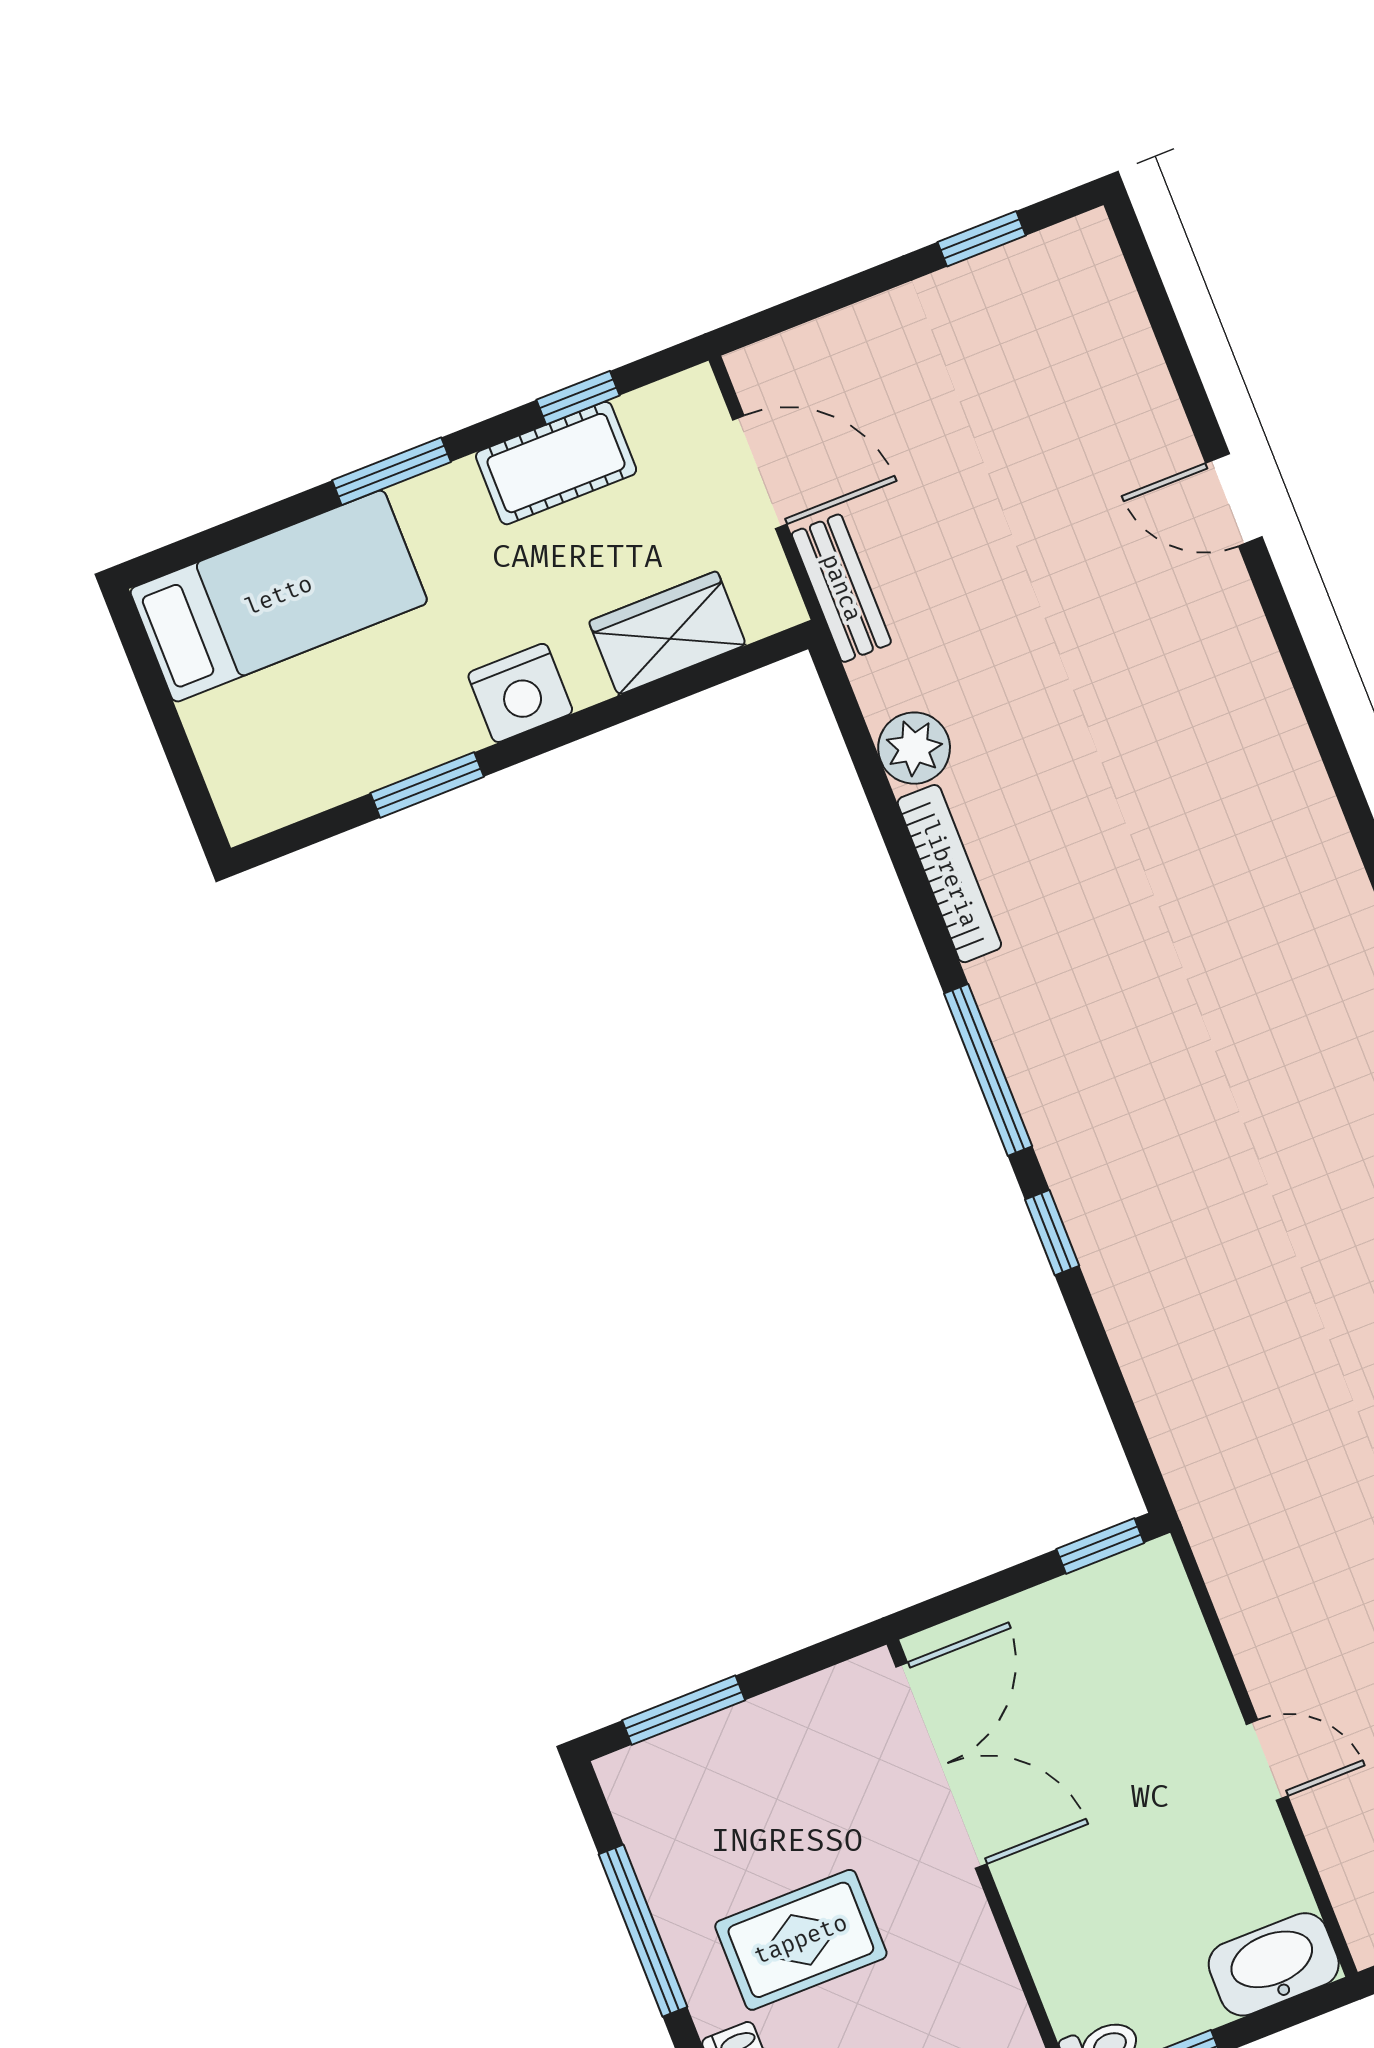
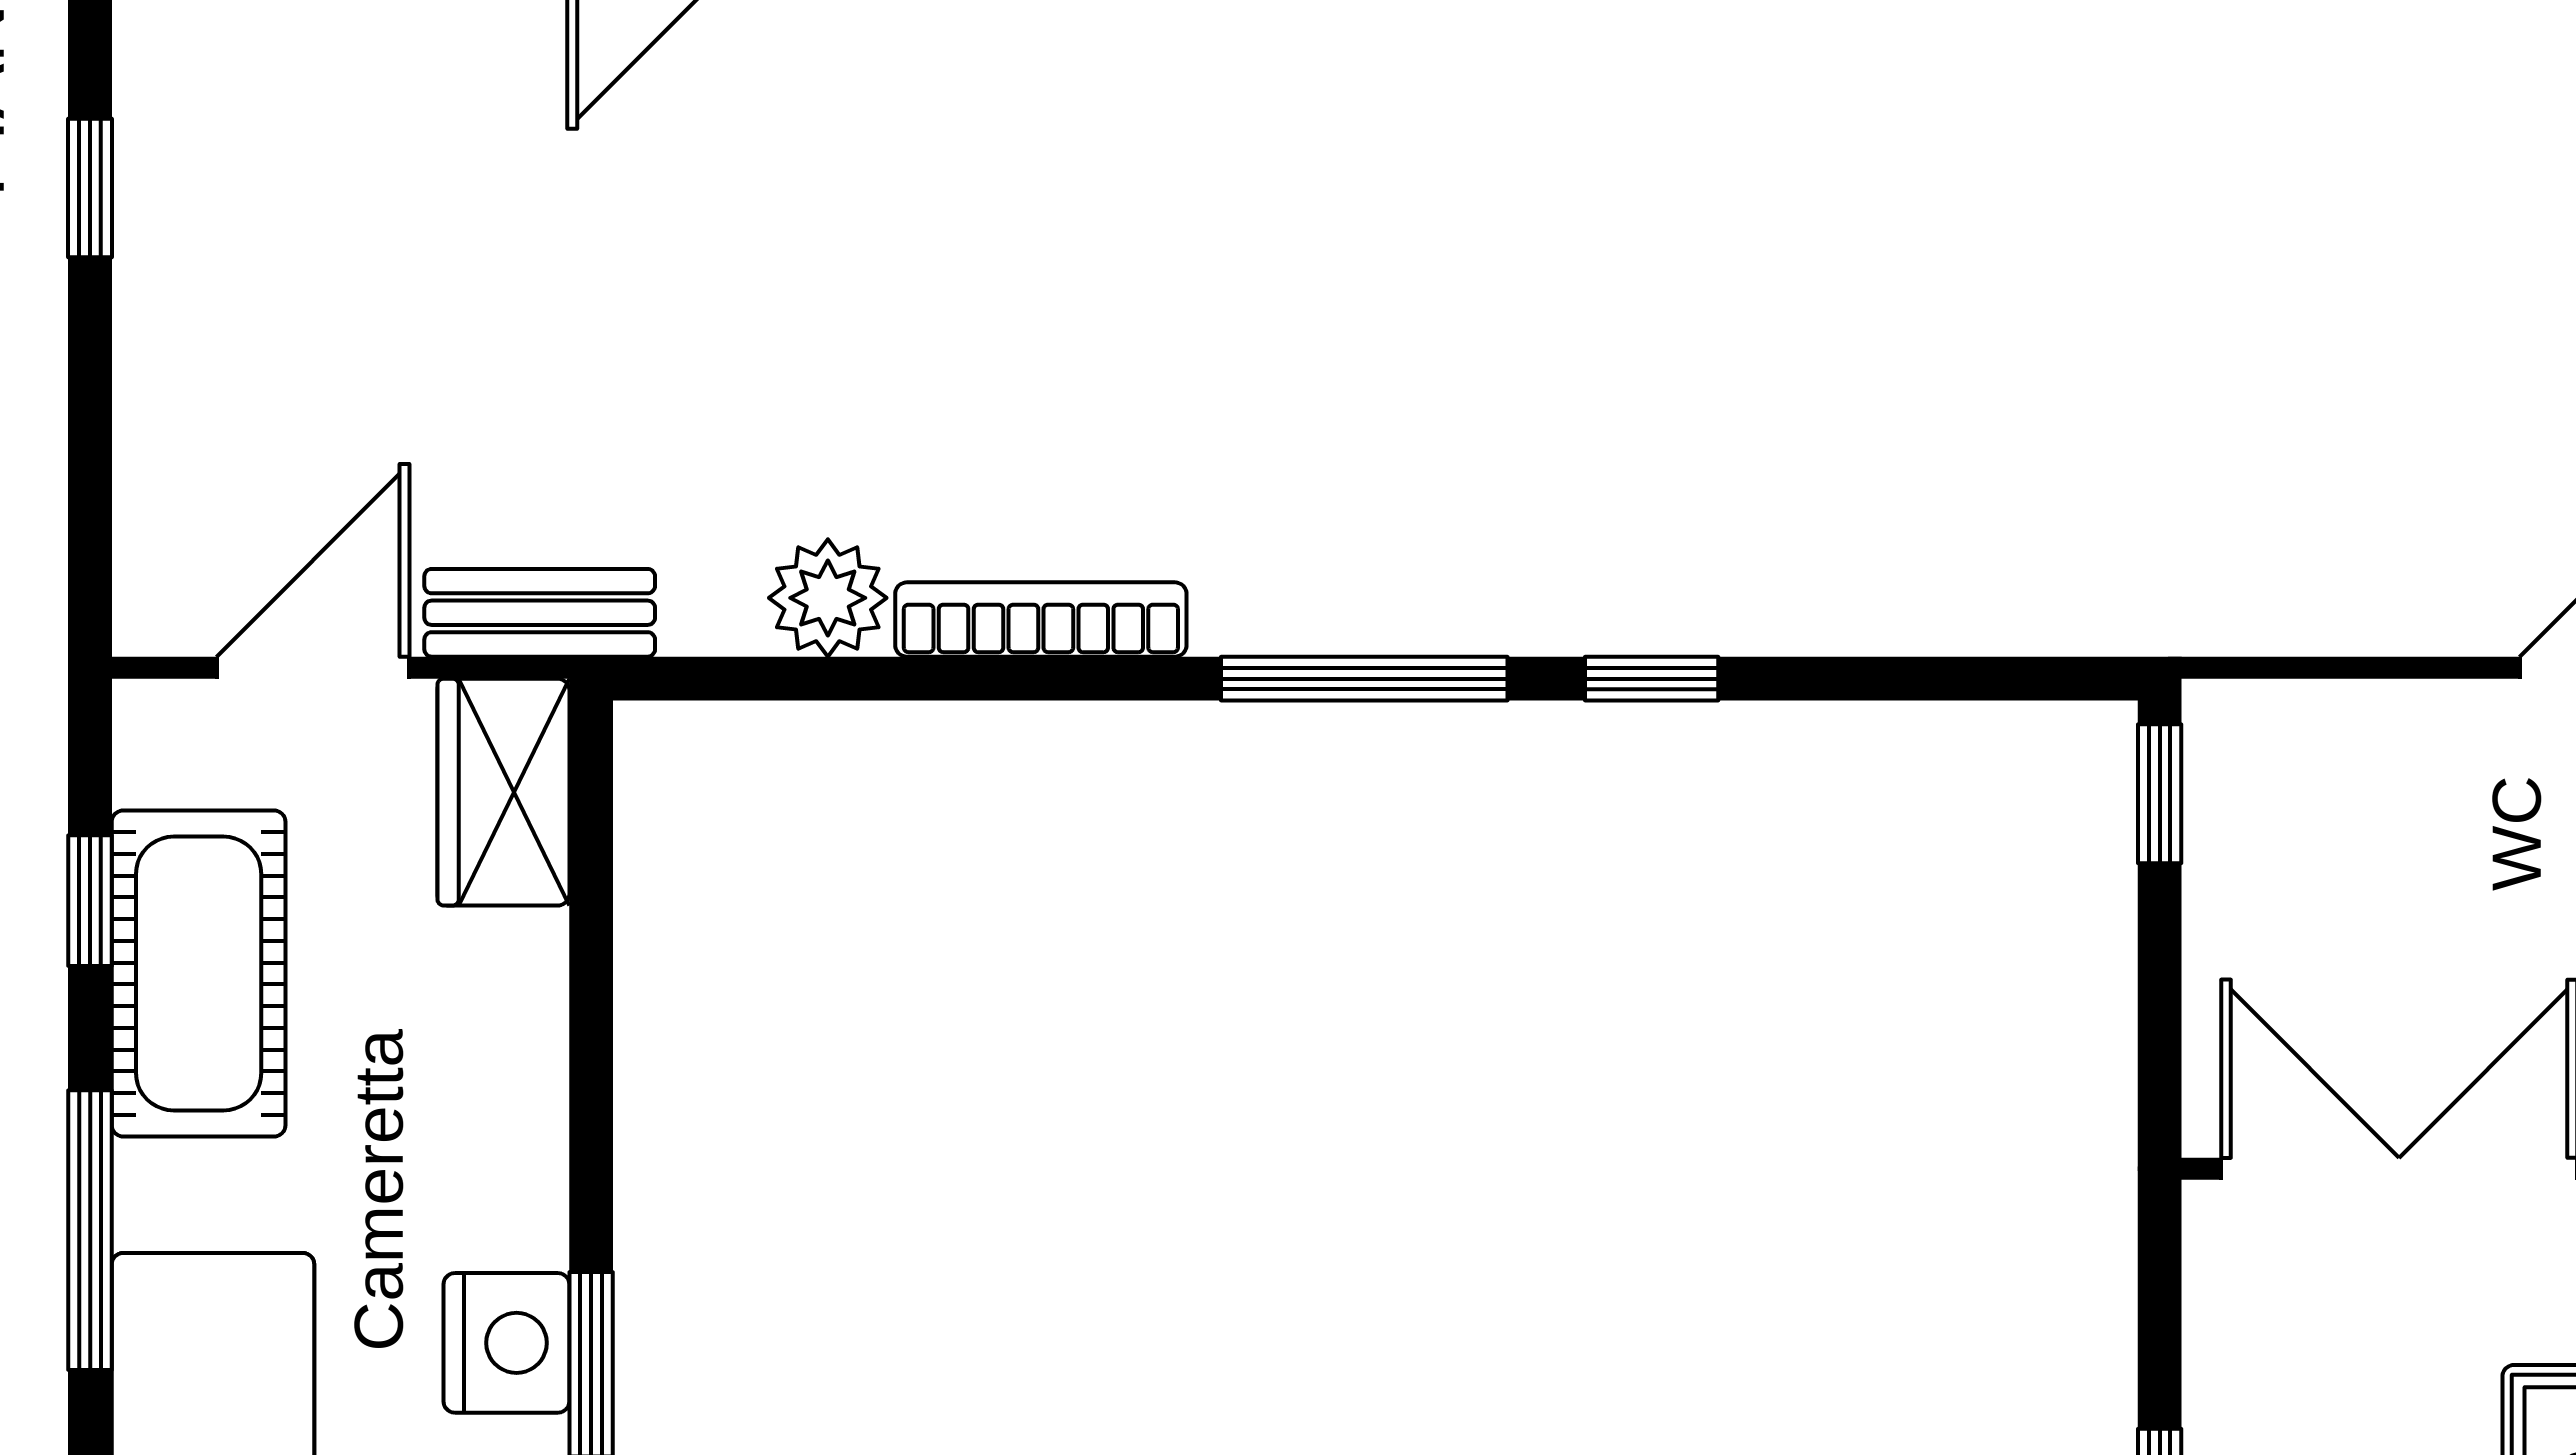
cot: (556, 463) -> (199, 974), width x1.37, depth x1.34
window: (391, 471) -> (90, 1230), width x1.44
wardrobe: (667, 633) -> (503, 792), moved
nightstand: (520, 693) -> (506, 1343), moved

